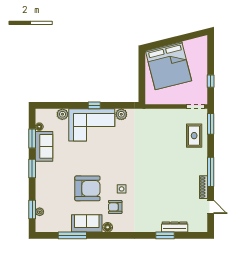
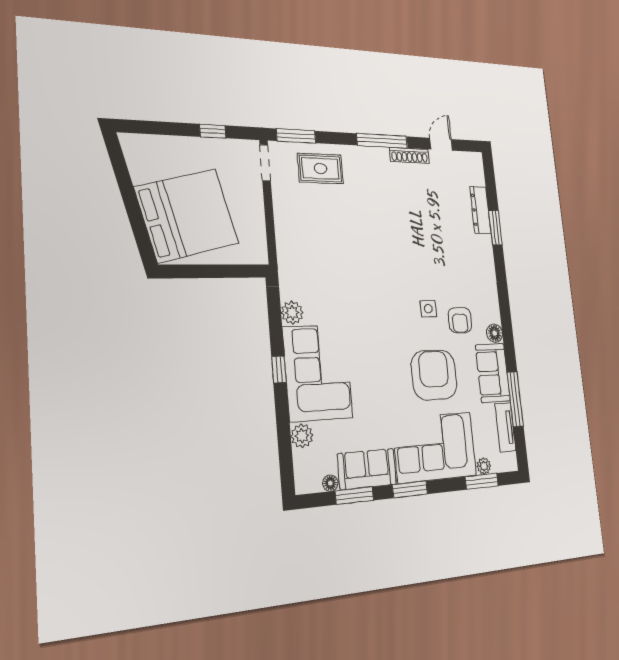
corner sofa: (51, 184) -> (435, 447), added
tv unit: (58, 227) -> (505, 427), added

